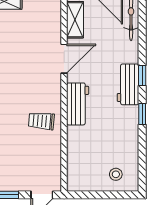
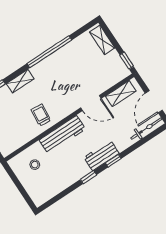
workbench: (78, 104) -> (62, 135), width x1.37
stool: (116, 174) -> (35, 165), moved

